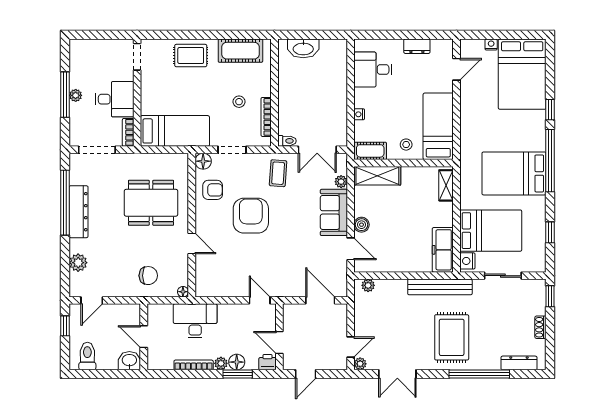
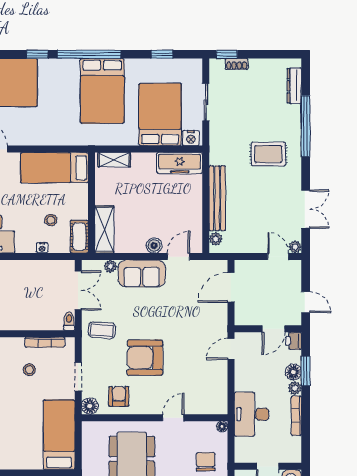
stool: (406, 145) -> (51, 220), moved
bench: (440, 287) -> (217, 198), moved
shoe rack: (540, 327) -> (237, 64), moved
rug: (452, 337) -> (268, 154), width x0.73, depth x0.70

